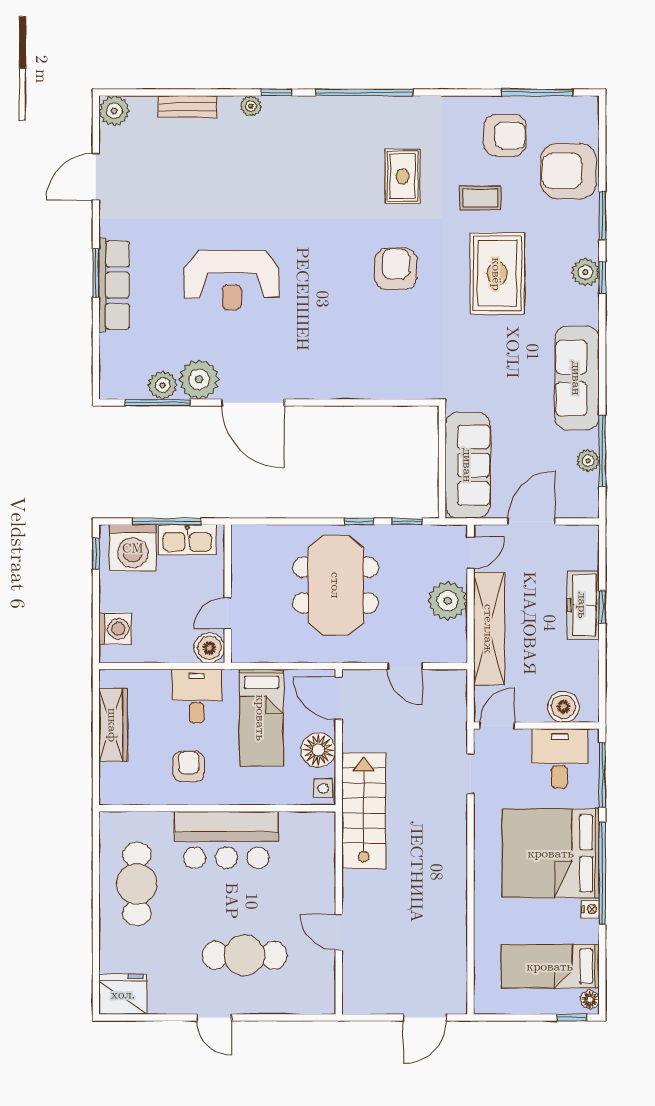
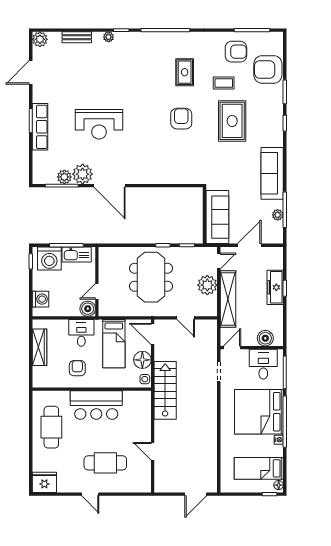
plant: (585, 272) -> (276, 120), removed

